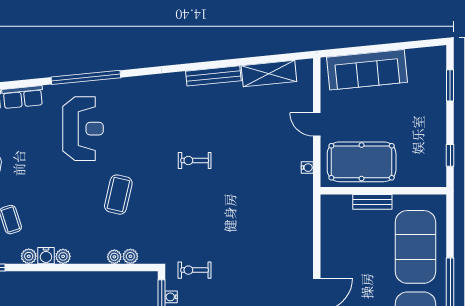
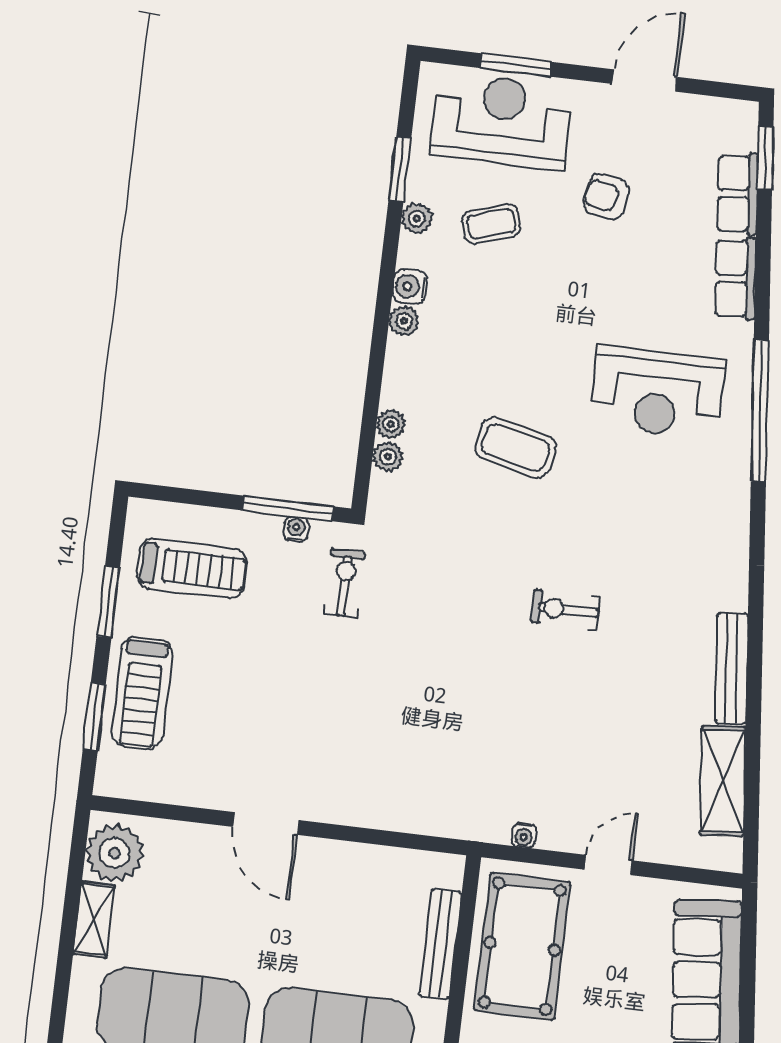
exercise bike: (195, 161) -> (566, 610), turned -90
bench: (372, 202) -> (440, 944), width x1.36
plant: (29, 256) -> (417, 219), moved

